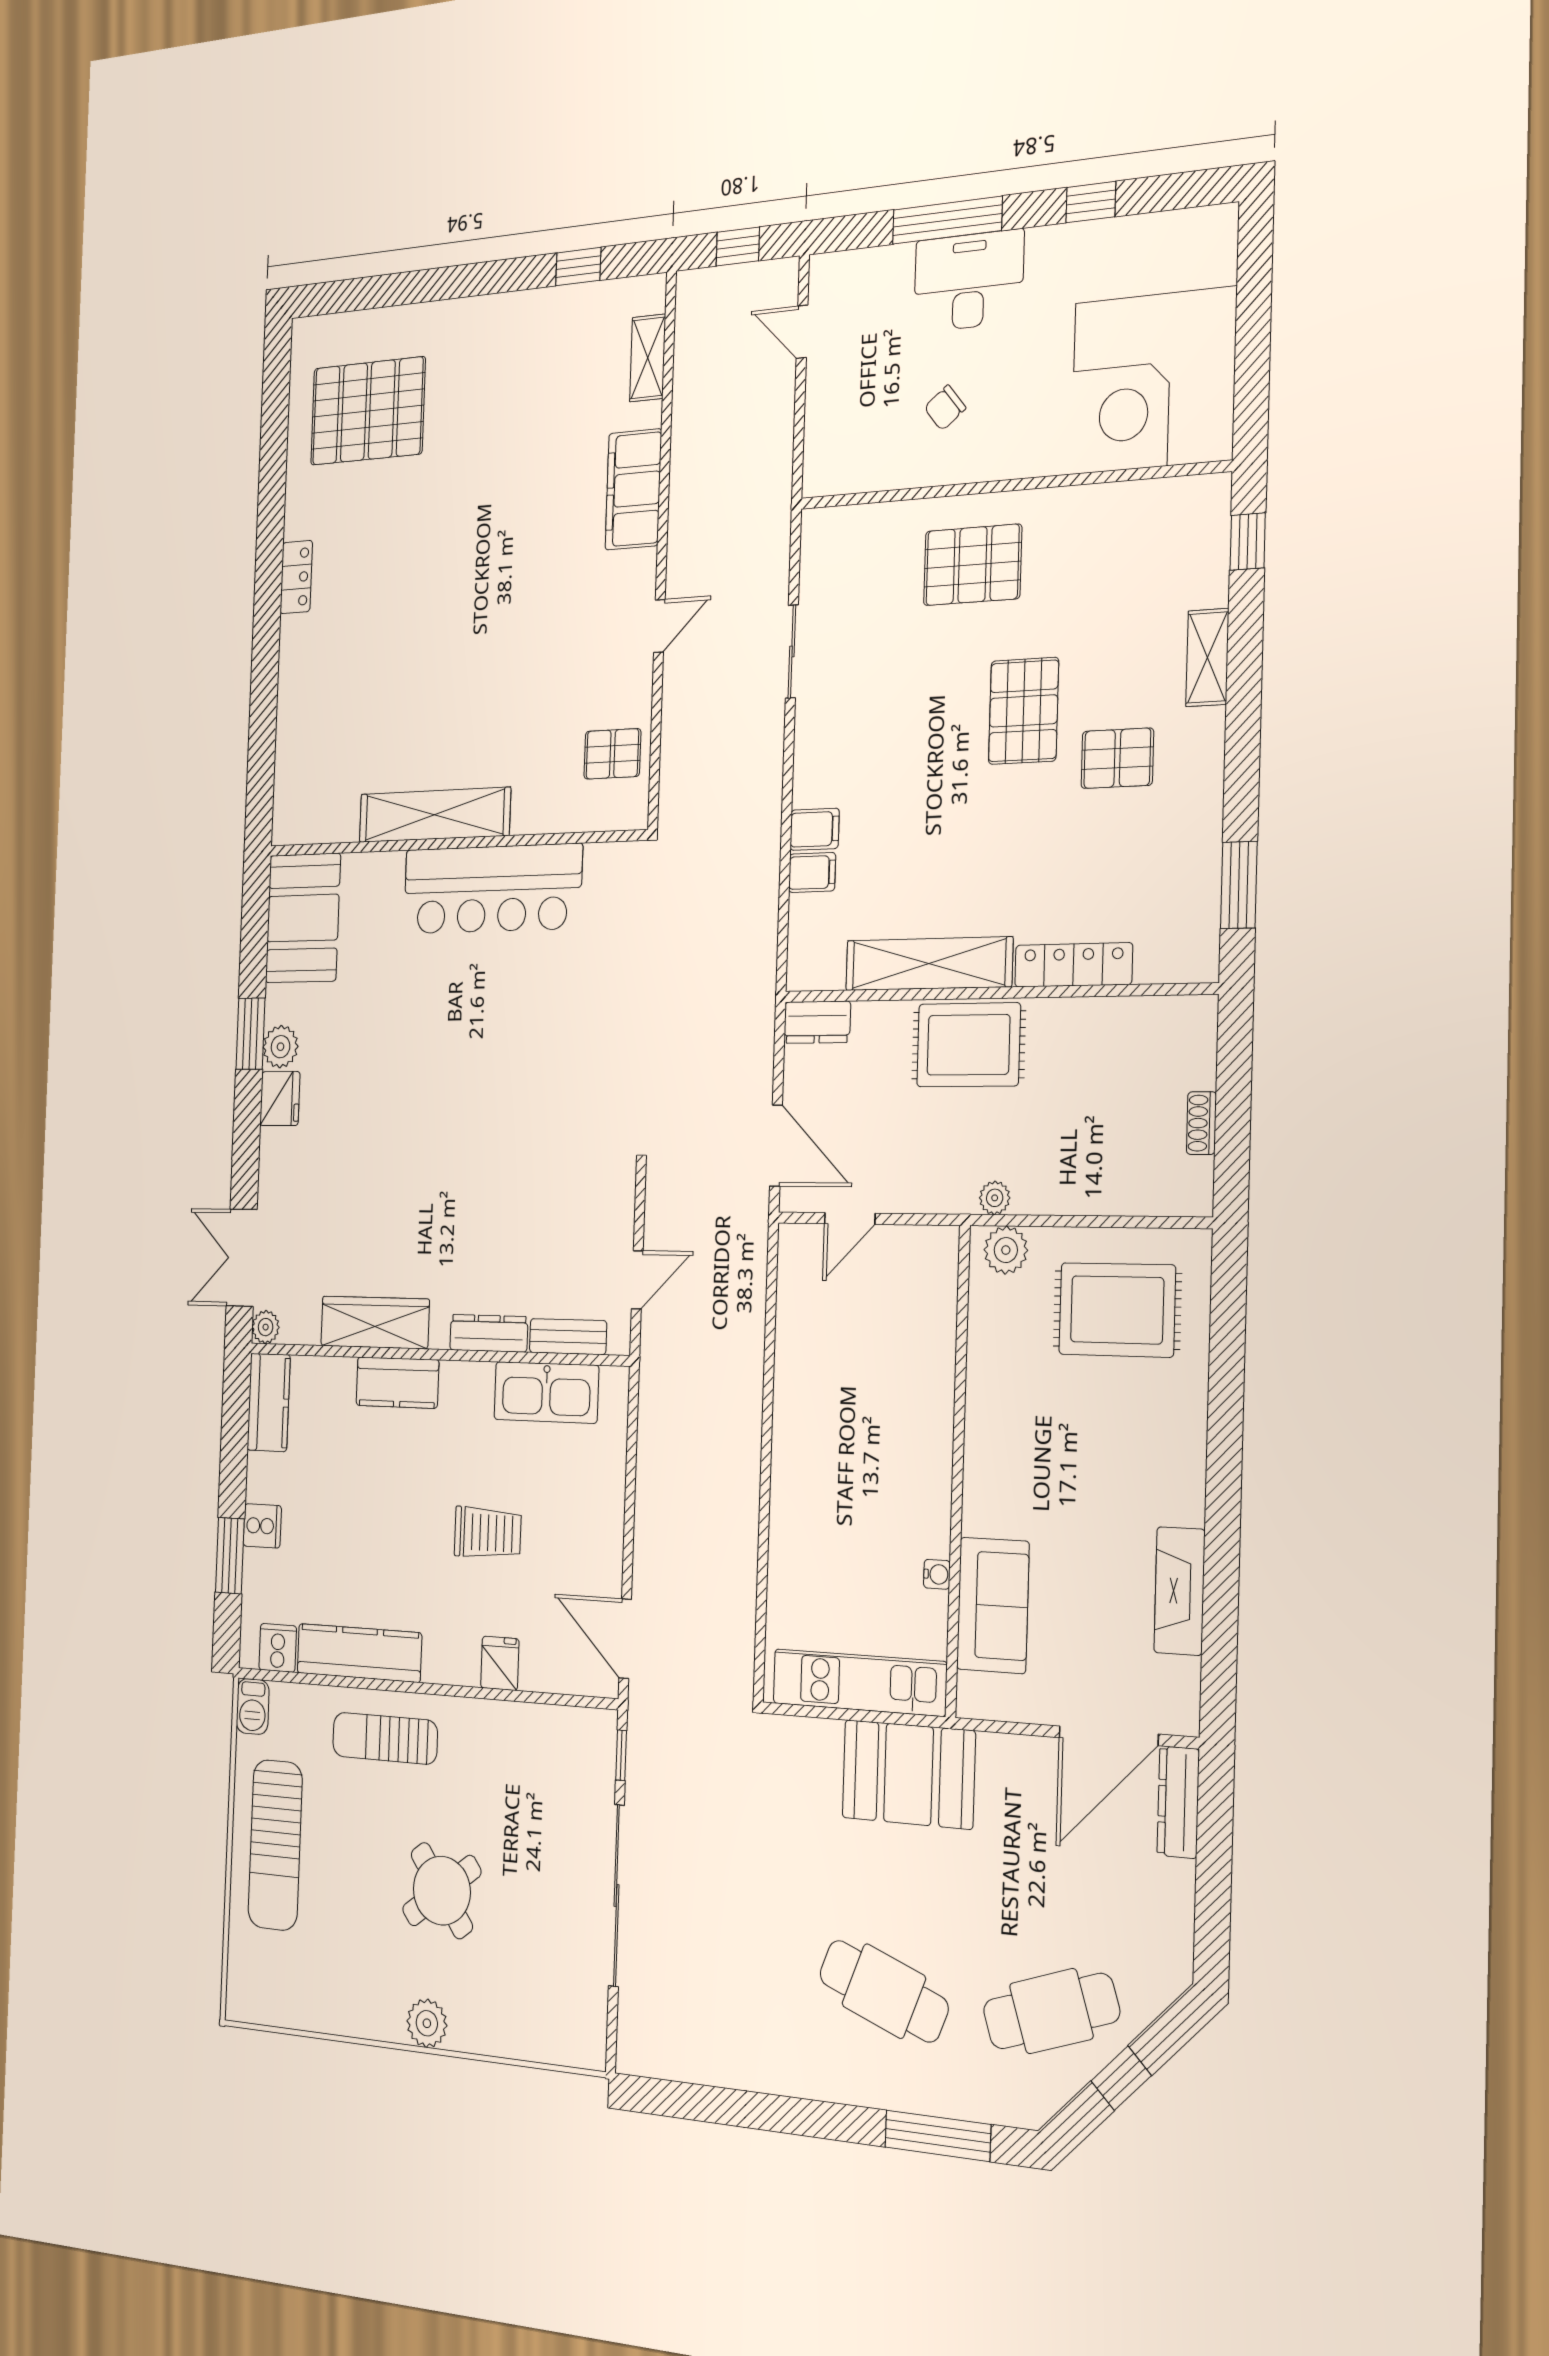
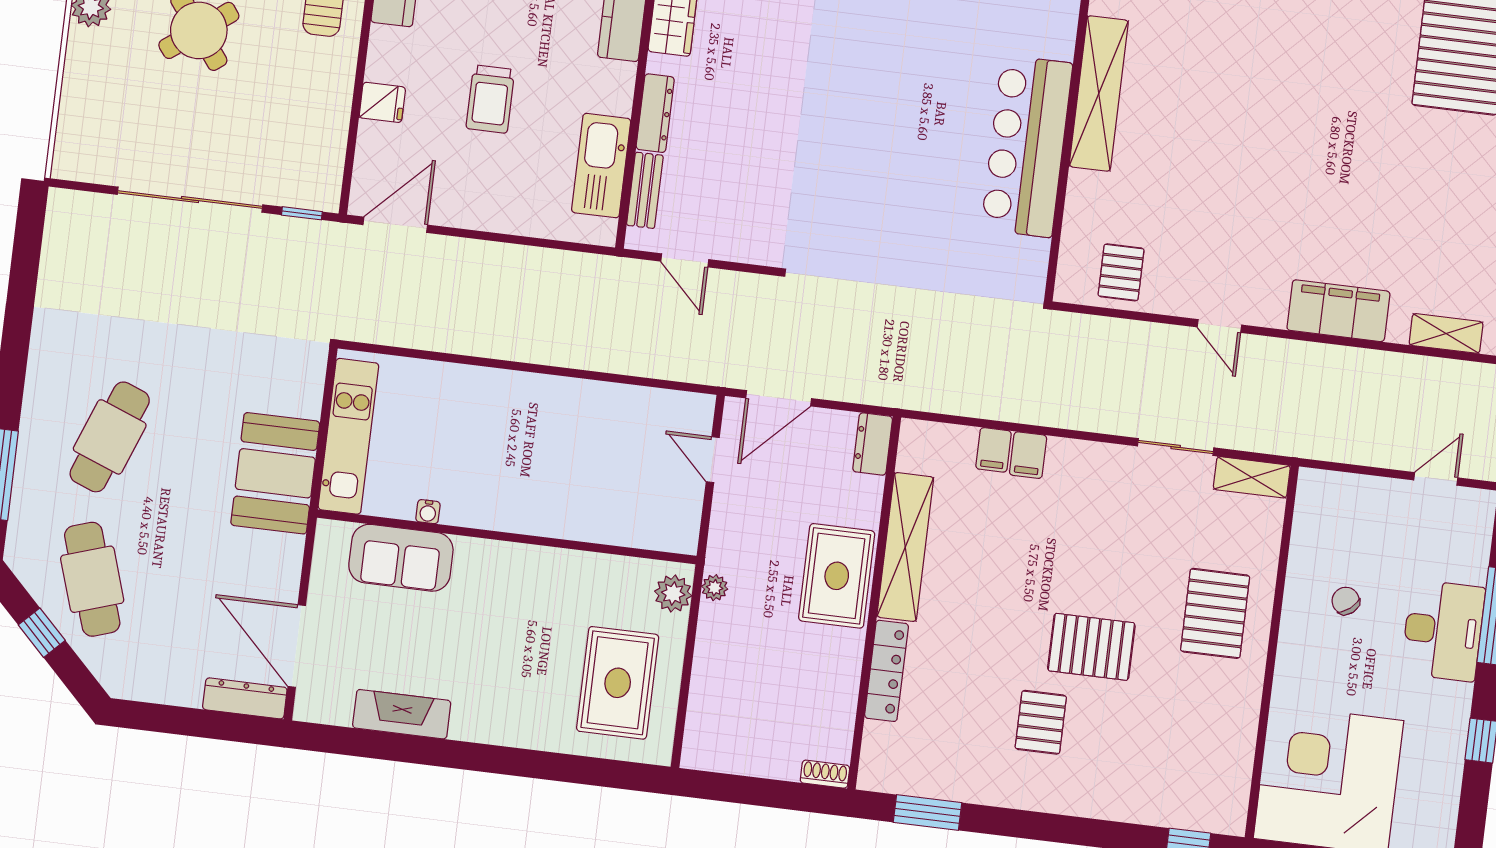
shelving: (1207, 658) -> (1252, 477), moved
shoe rack: (1201, 1123) -> (825, 774), moved

